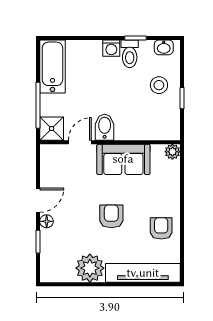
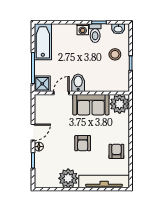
plant: (172, 152) -> (120, 104), width x1.87, depth x1.87
armchair: (111, 216) -> (83, 143), turned 180

